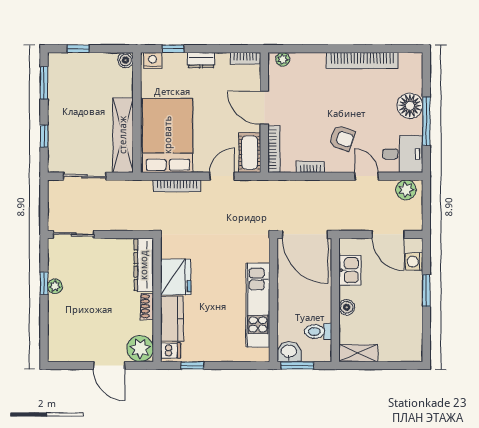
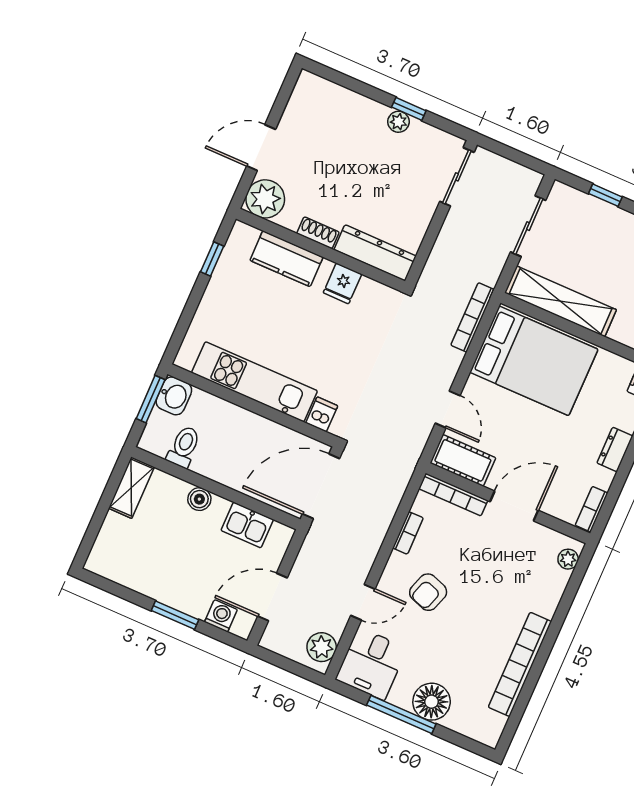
bookcase: (177, 186) -> (473, 317), moved
fridge: (176, 277) -> (342, 283), width x0.53, depth x0.75
dishwasher: (170, 351) -> (322, 414), moved, turned 180

